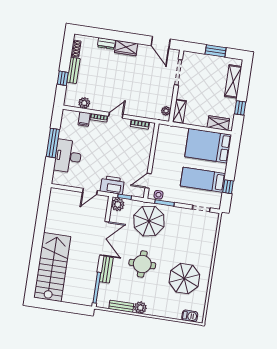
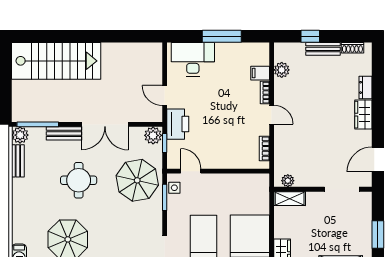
desk: (68, 156) -> (193, 59), moved
plant: (140, 308) -> (20, 135), moved

